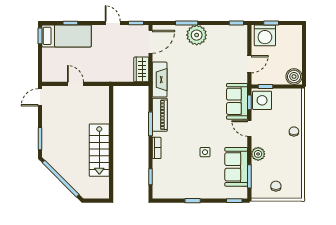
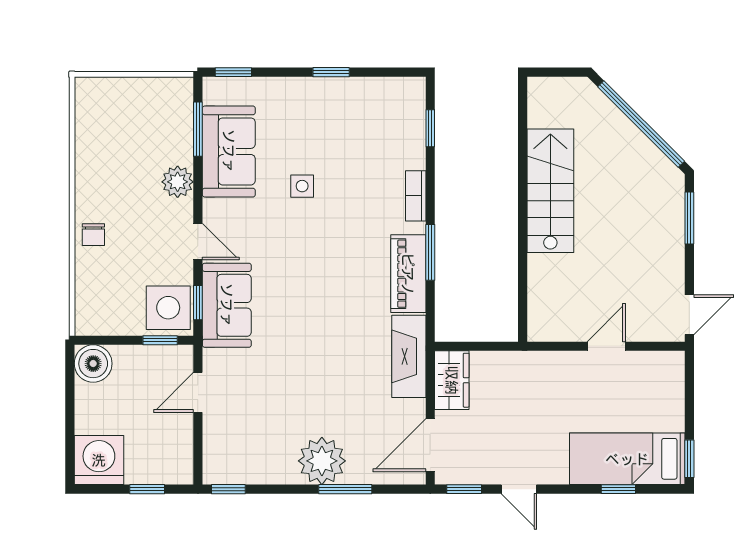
washing machine: (265, 35) -> (99, 460), moved
door: (75, 84) -> (606, 346), swing flipped
chair: (276, 186) -> (136, 106), removed

